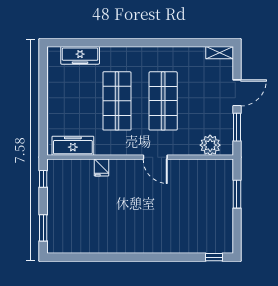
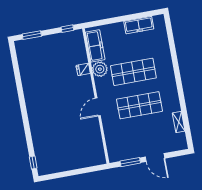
shelving: (220, 53) -> (179, 122), moved
freezer: (80, 55) -> (139, 25), moved, turned -90
plant: (210, 145) -> (100, 69), moved
window: (237, 194) -> (82, 171), removed

